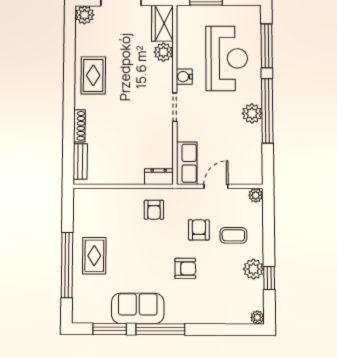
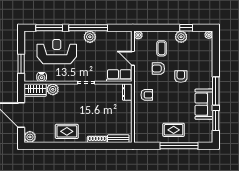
water cooler: (184, 77) -> (42, 77), moved

